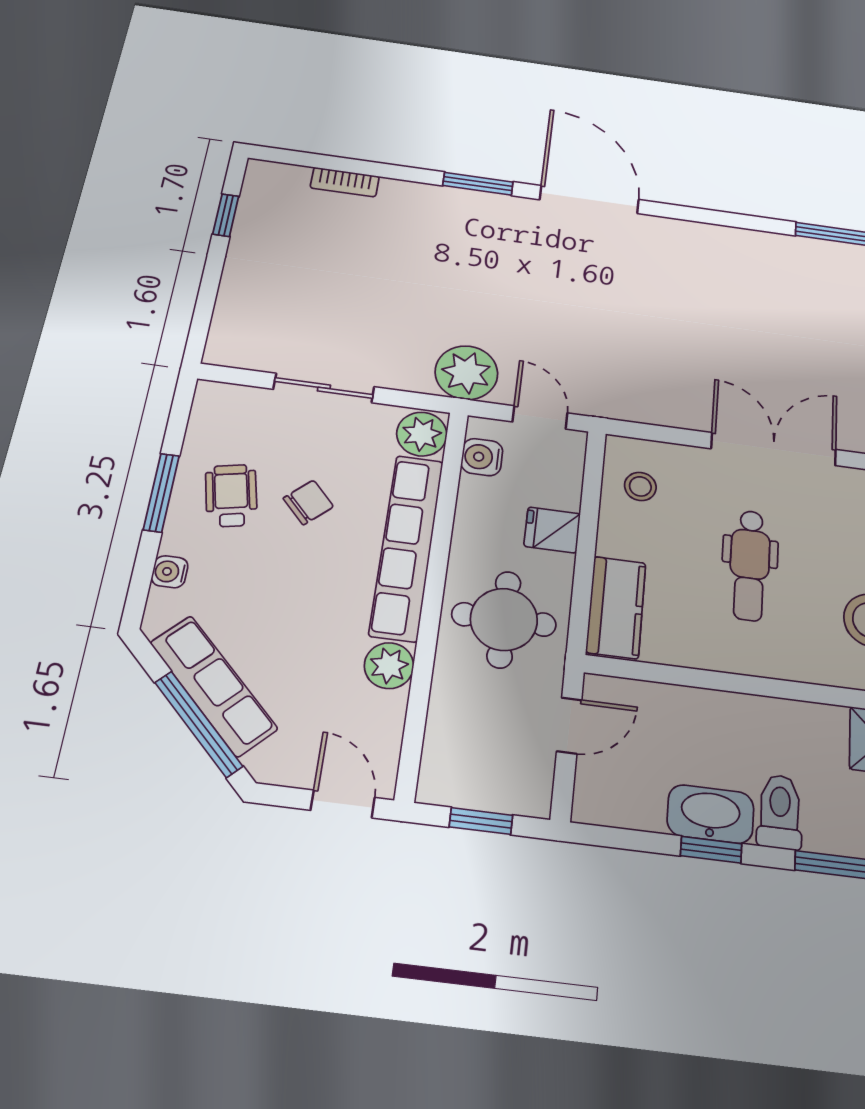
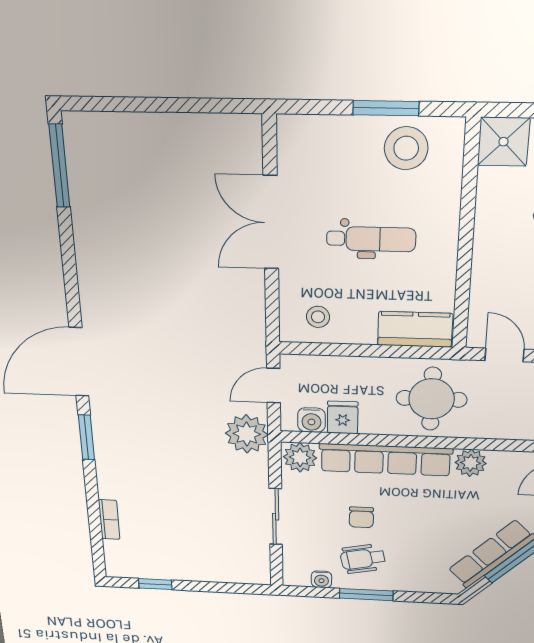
chair: (308, 502) -> (361, 517), turned -137
fridge: (552, 530) -> (343, 417), moved, turned 180
water cooler: (170, 572) -> (321, 579), moved

